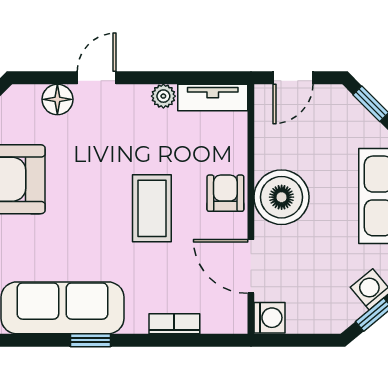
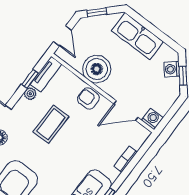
window: (186, 78) -> (30, 79), added
boiler: (282, 197) -> (97, 69), moved
coffee table: (152, 208) -> (51, 124), moved, turned 90

